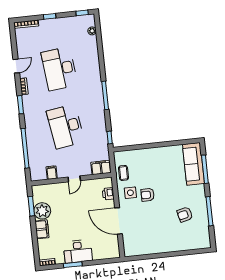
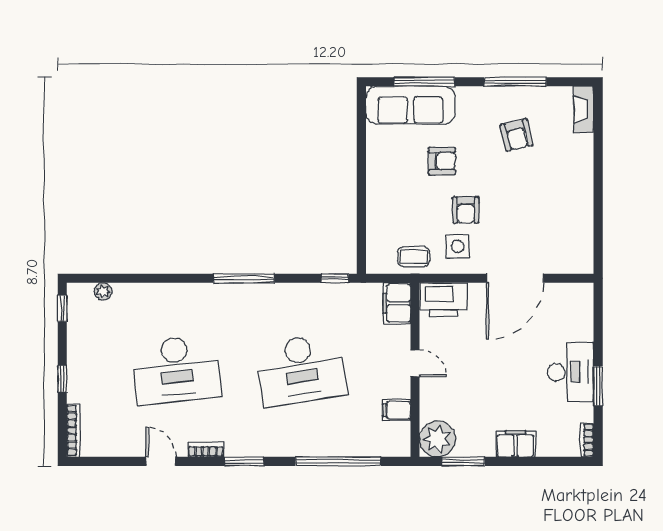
armchair: (169, 181) -> (442, 161), added
printer: (108, 194) -> (444, 300), width x1.87, depth x1.48
plant: (42, 211) -> (437, 439), moved
fireplace: (200, 244) -> (584, 109), added

